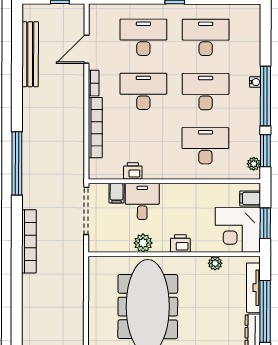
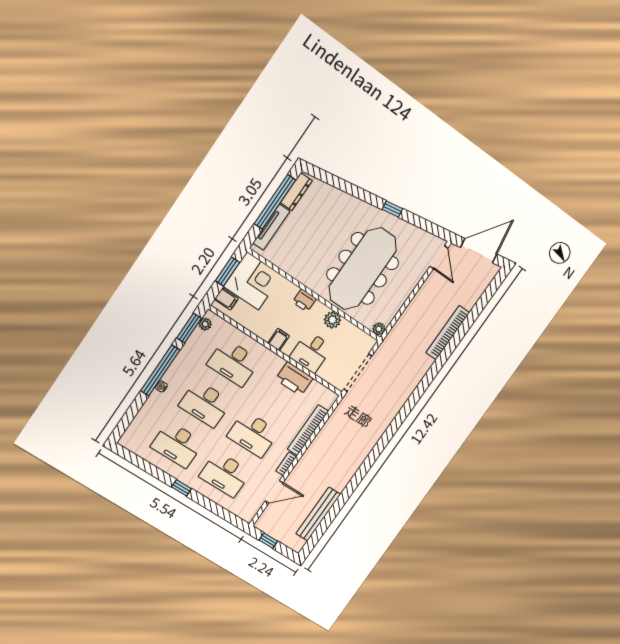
window: (17, 163) -> (384, 441), removed
printer: (133, 171) -> (294, 379), width x1.87, depth x1.48
filing cabinet: (117, 193) -> (279, 340), moved
bookcase: (29, 241) -> (448, 333), moved
plant: (215, 263) -> (379, 329), moved

